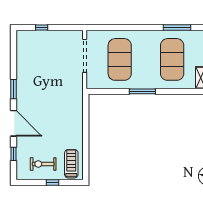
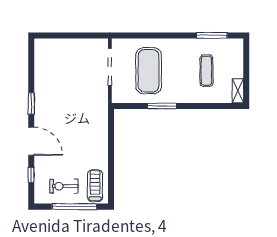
window: (42, 27) -> (62, 35), removed
exercise mat: (172, 59) -> (206, 71), width x0.50, depth x0.69
window: (142, 91) -> (162, 106), moved
window: (52, 182) -> (74, 207), width x3.17

